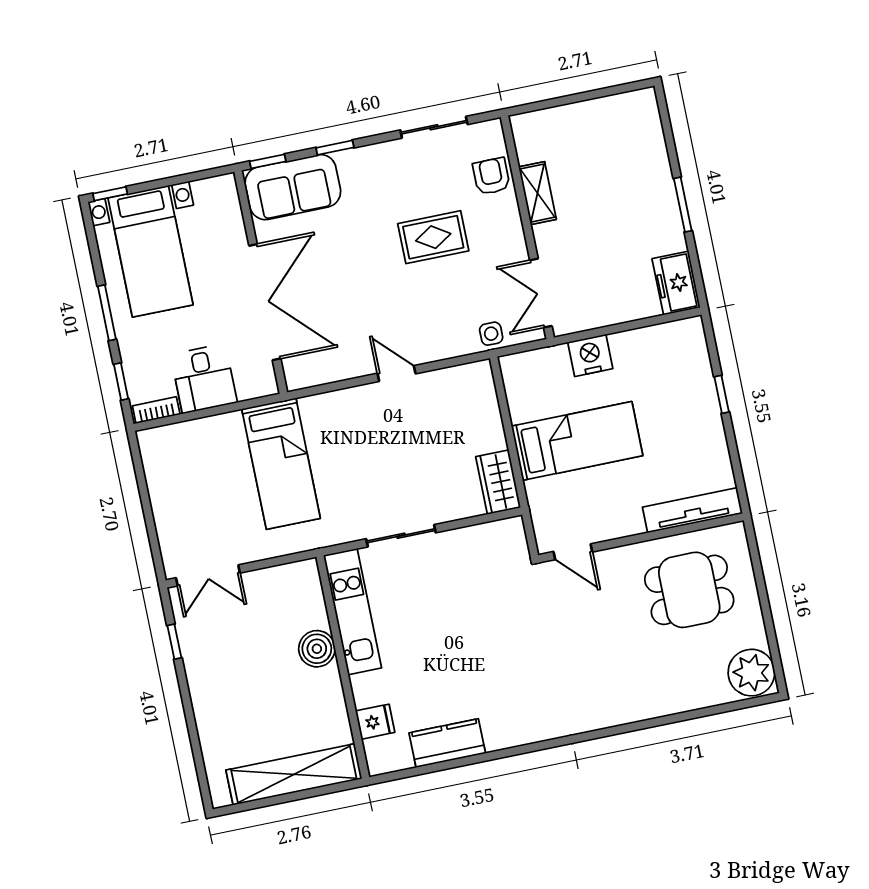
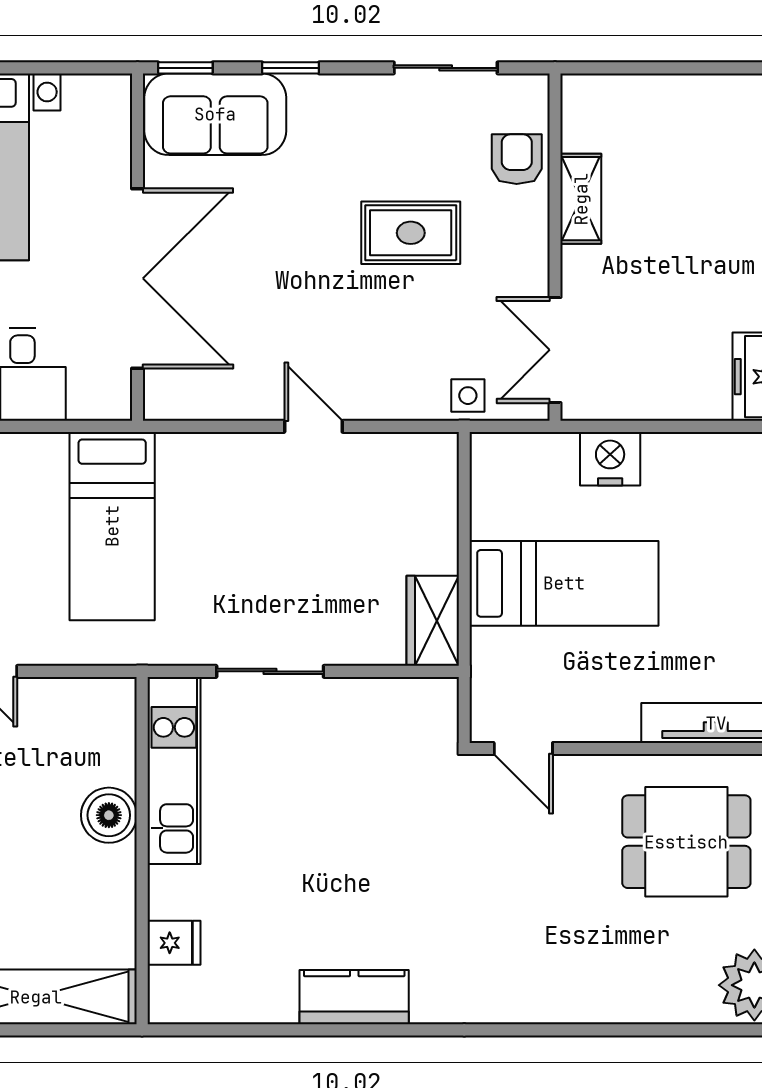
kitchen counter: (447, 743) -> (354, 997), moved

